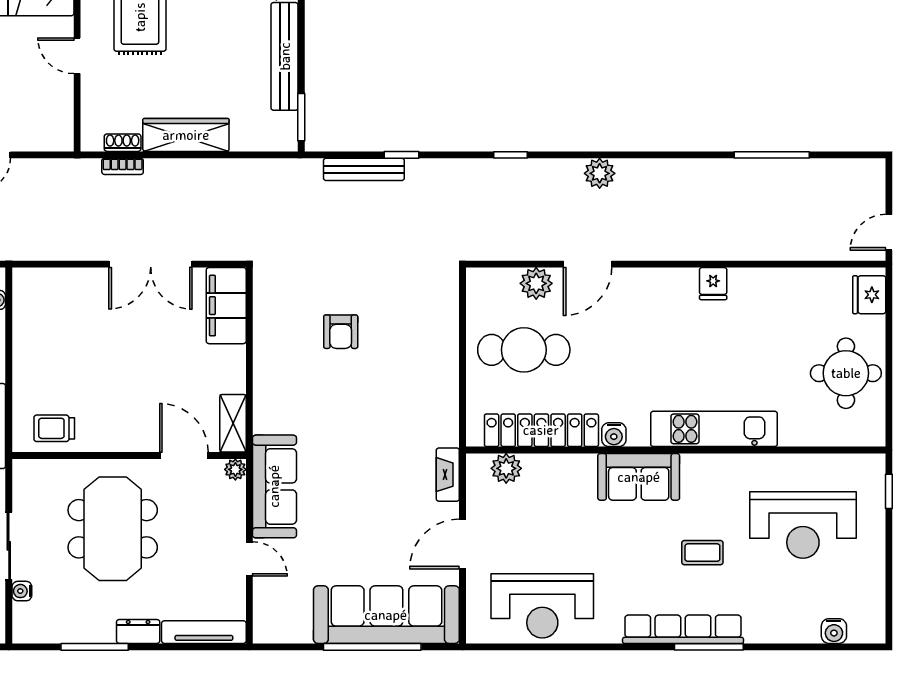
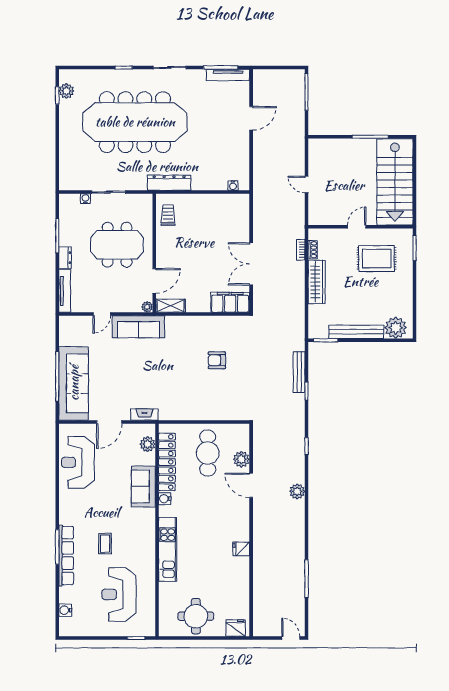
door: (889, 232) -> (291, 638), moved
sofa: (639, 477) -> (143, 486), moved
door: (463, 544) -> (109, 422), swing flipped
row of seats: (683, 629) -> (66, 556), moved

